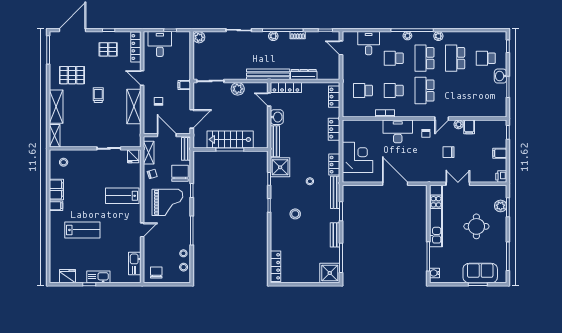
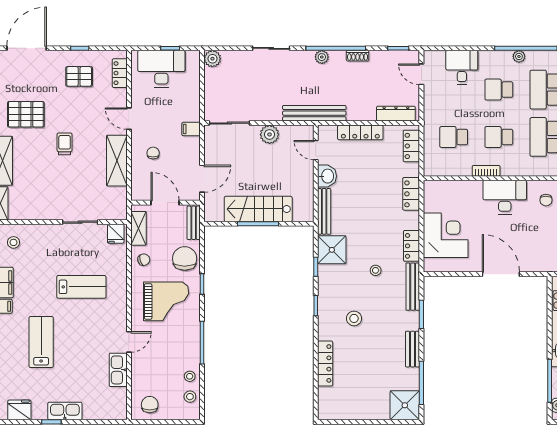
desk: (160, 44) -> (161, 69), width x1.37
locker: (136, 47) -> (120, 73), width x0.66
dresser: (304, 75) -> (396, 114), moved
locker: (286, 87) -> (360, 132), moved
lab bench: (122, 196) -> (81, 287), moved, turned 180
lab bench: (82, 230) -> (41, 342), turned -90
kitchen sink: (135, 264) -> (118, 370), moved
locker: (276, 266) -> (325, 363), moved

